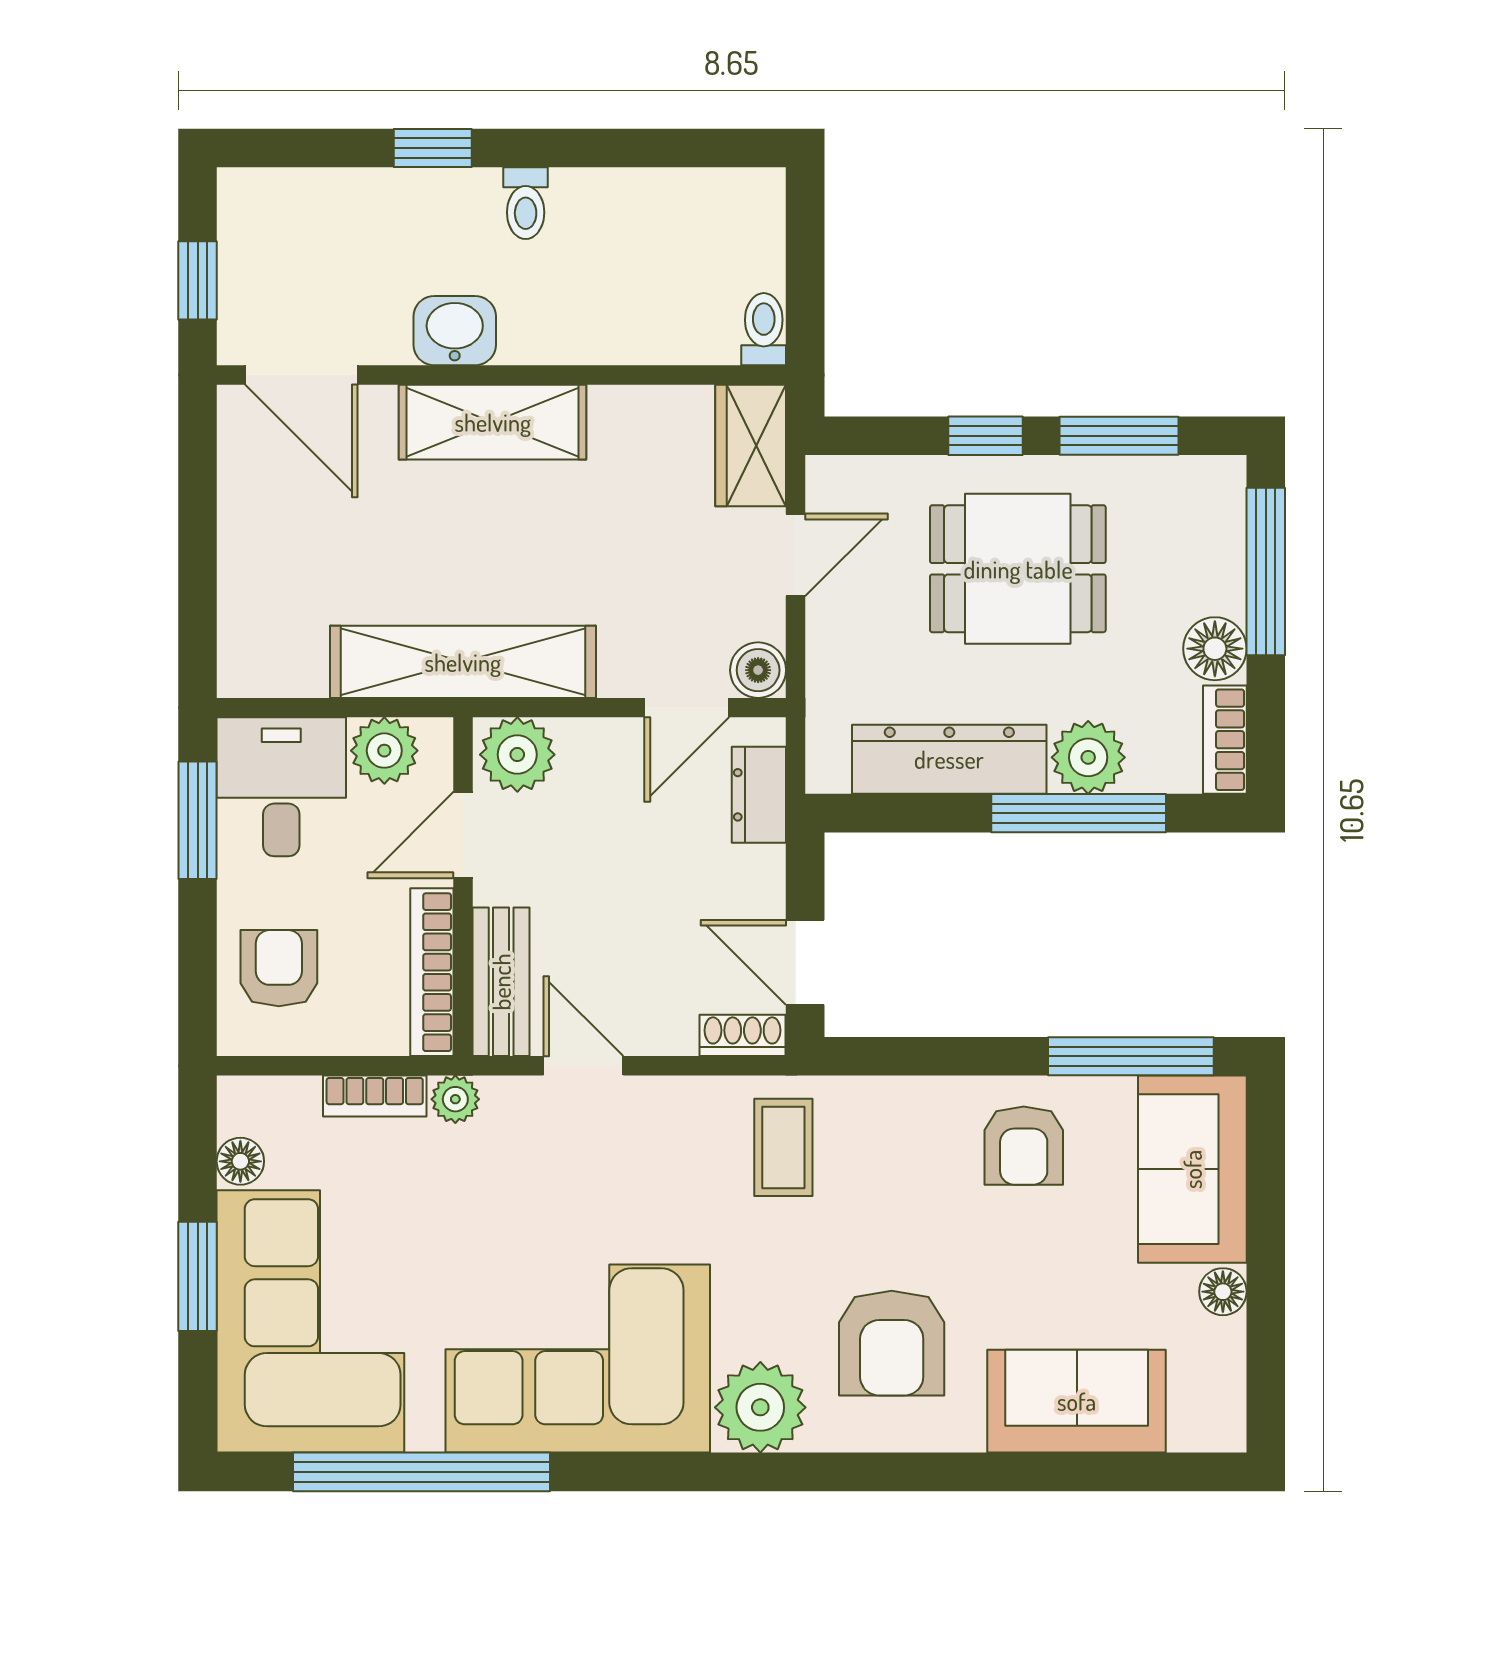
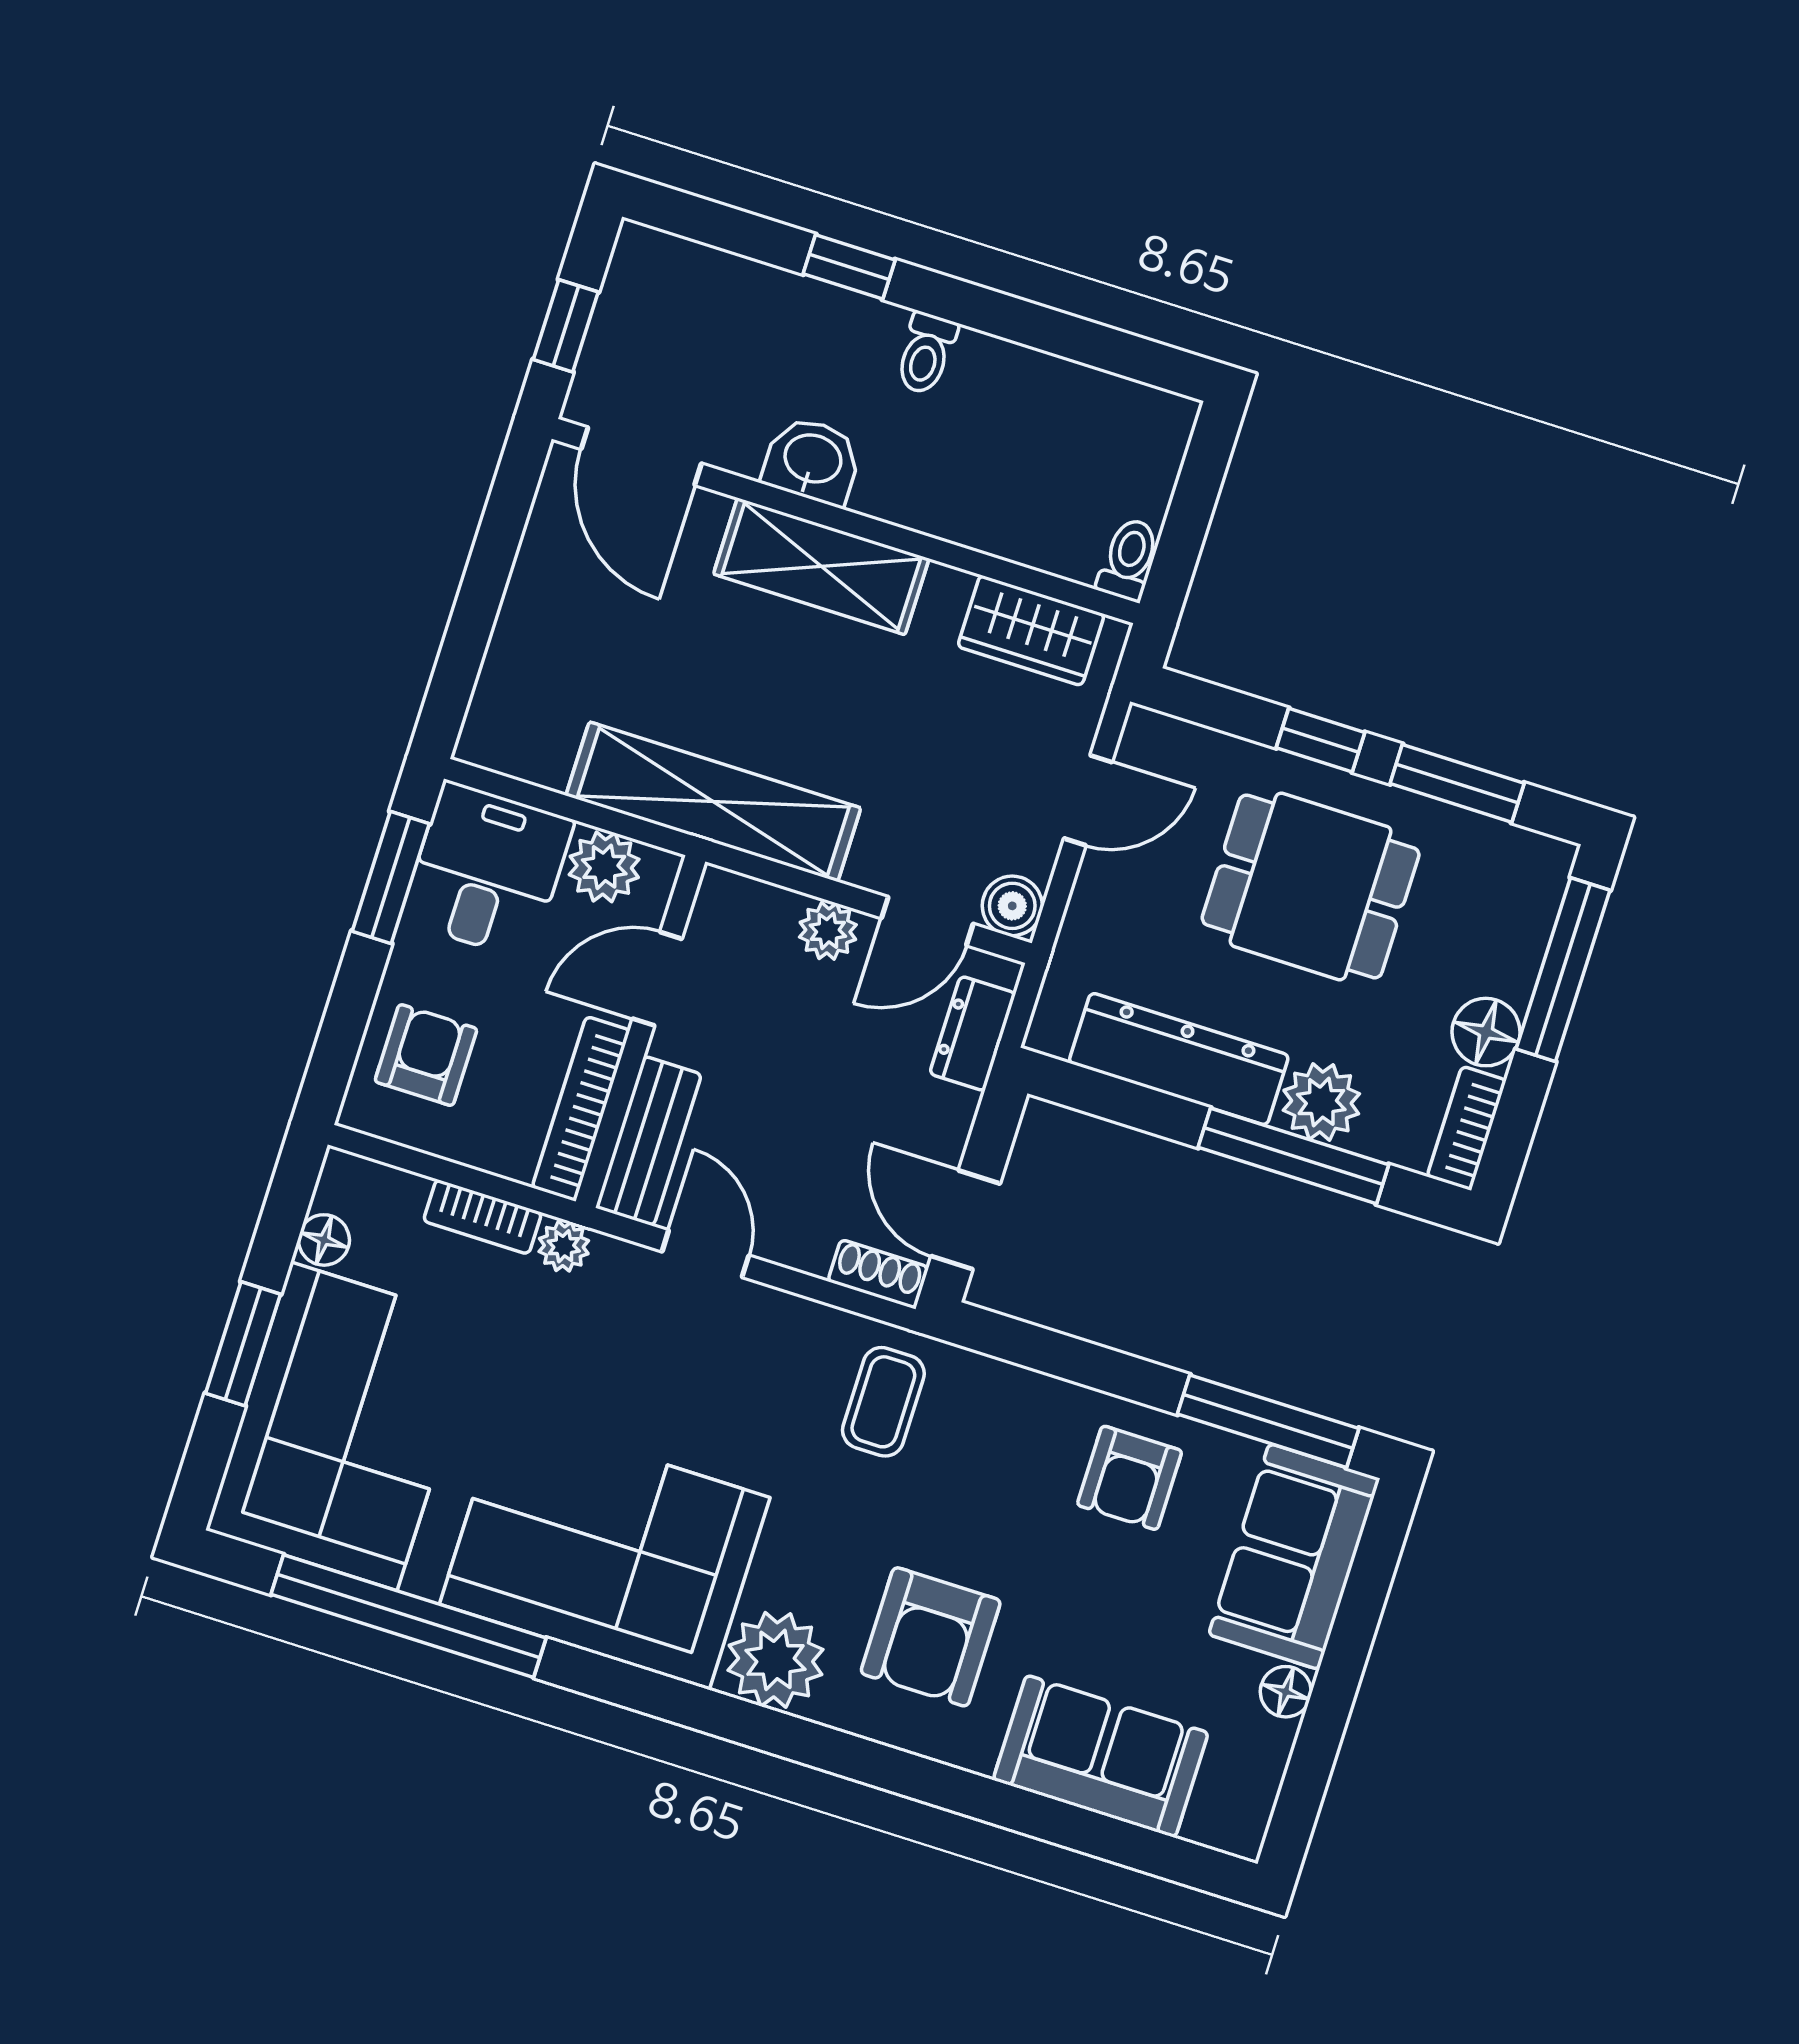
wardrobe: (751, 446) -> (1031, 630), moved, turned -90
plant: (517, 755) -> (828, 931), moved, width x0.73, depth x0.73

